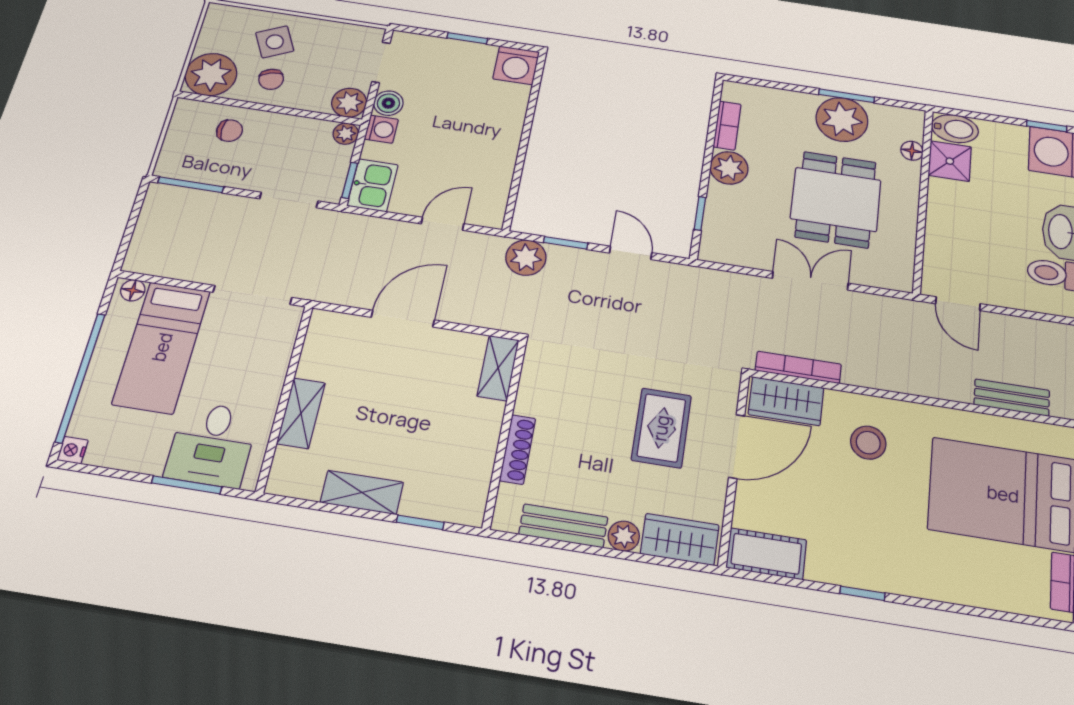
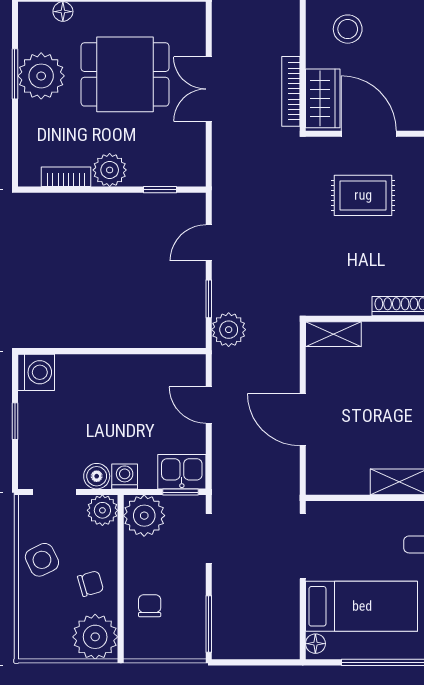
side table: (275, 42) -> (42, 560), moved
plant: (346, 134) -> (144, 516), width x1.88, depth x1.88

